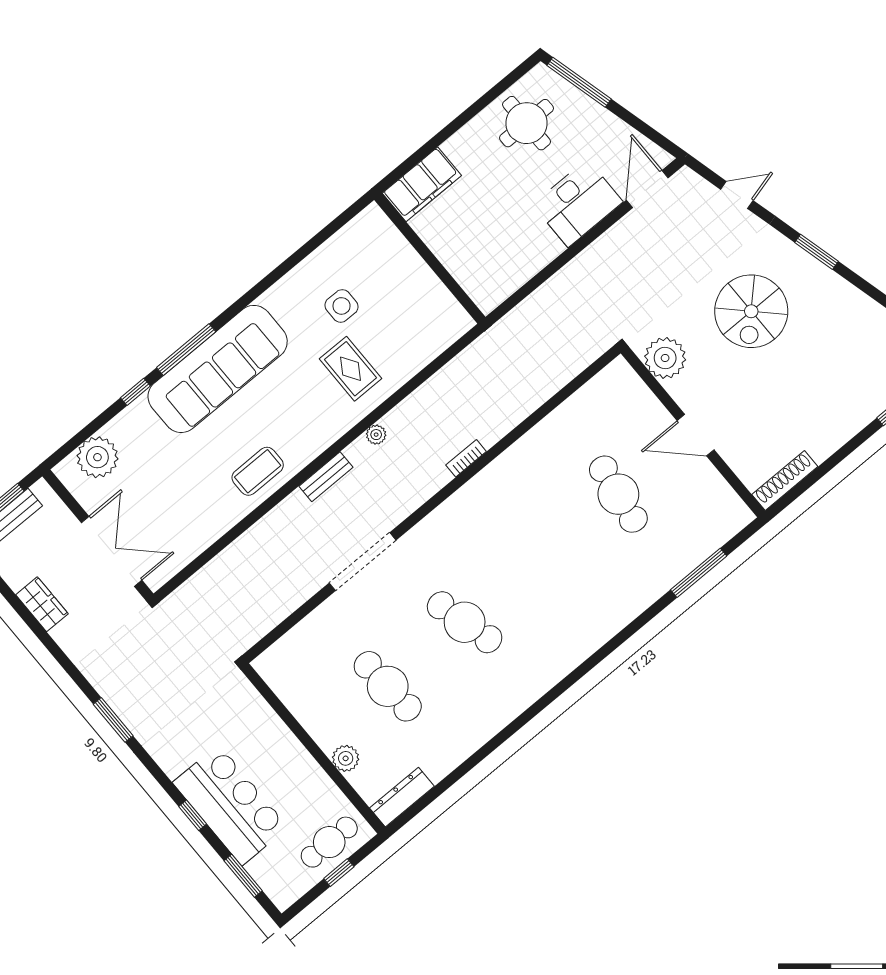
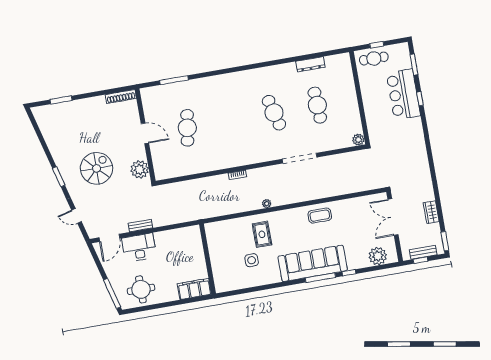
bench: (326, 477) -> (140, 226), moved
window: (113, 720) -> (429, 152), removed
plant: (346, 758) -> (358, 140), moved
dresser: (402, 797) -> (310, 64), moved

